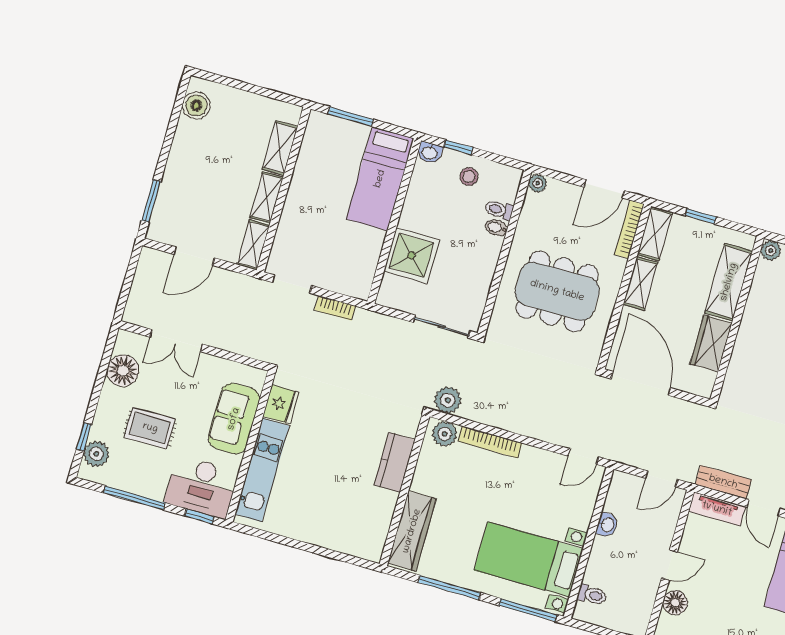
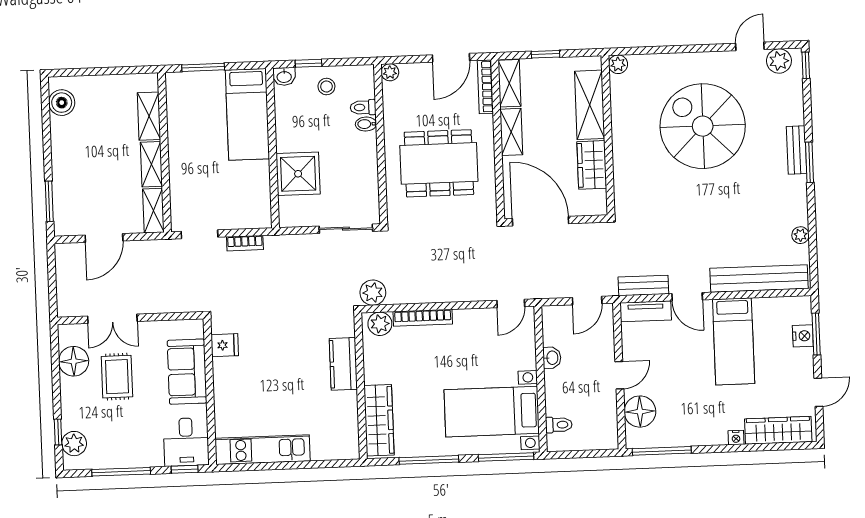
fridge: (281, 404) -> (225, 345), width x0.72
rug: (150, 428) -> (117, 377), moved, turned 90
kitchen unit: (262, 470) -> (263, 450), moved, turned -90
desk: (201, 487) -> (186, 442), width x0.73
floor lamp: (675, 603) -> (640, 412), width x1.38, depth x1.38

